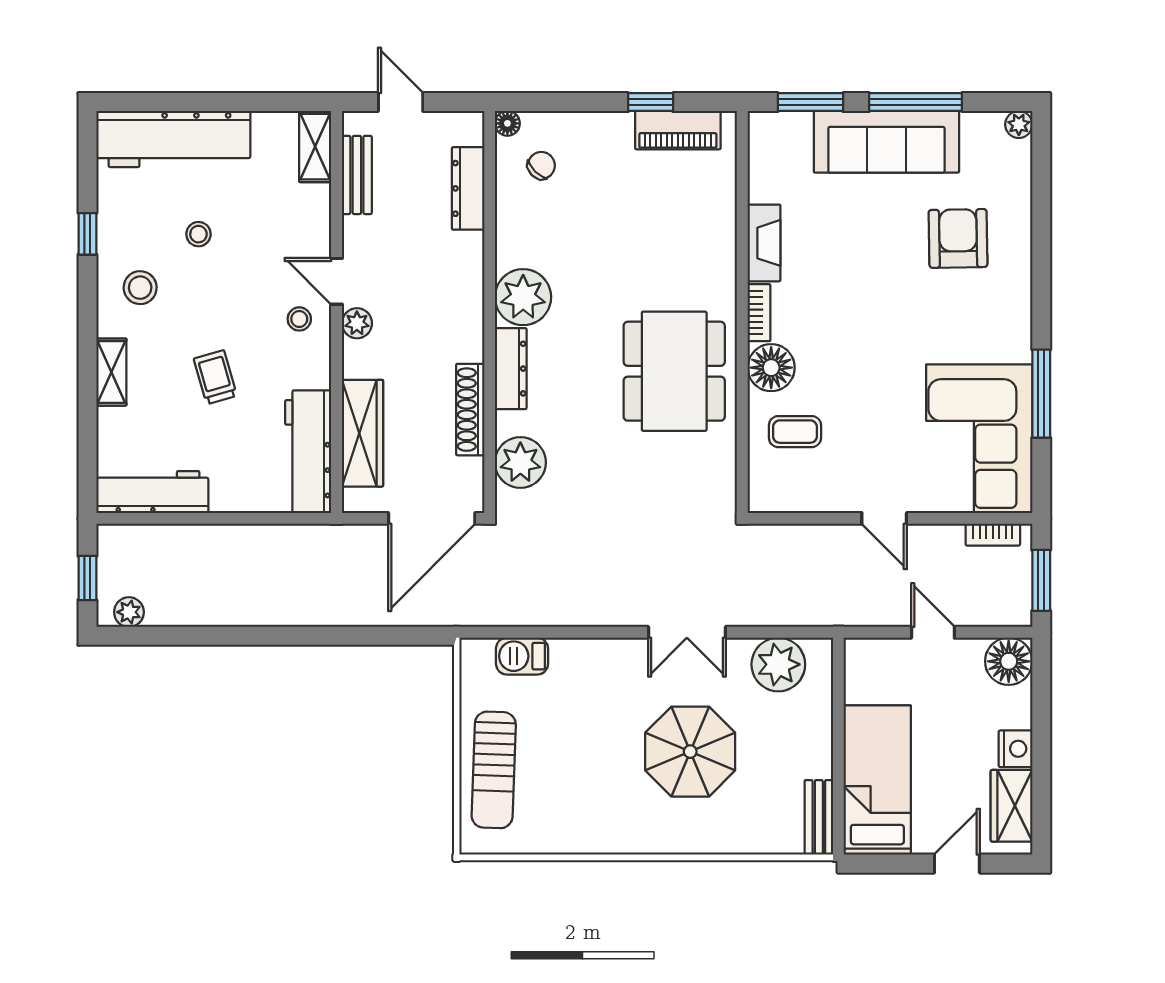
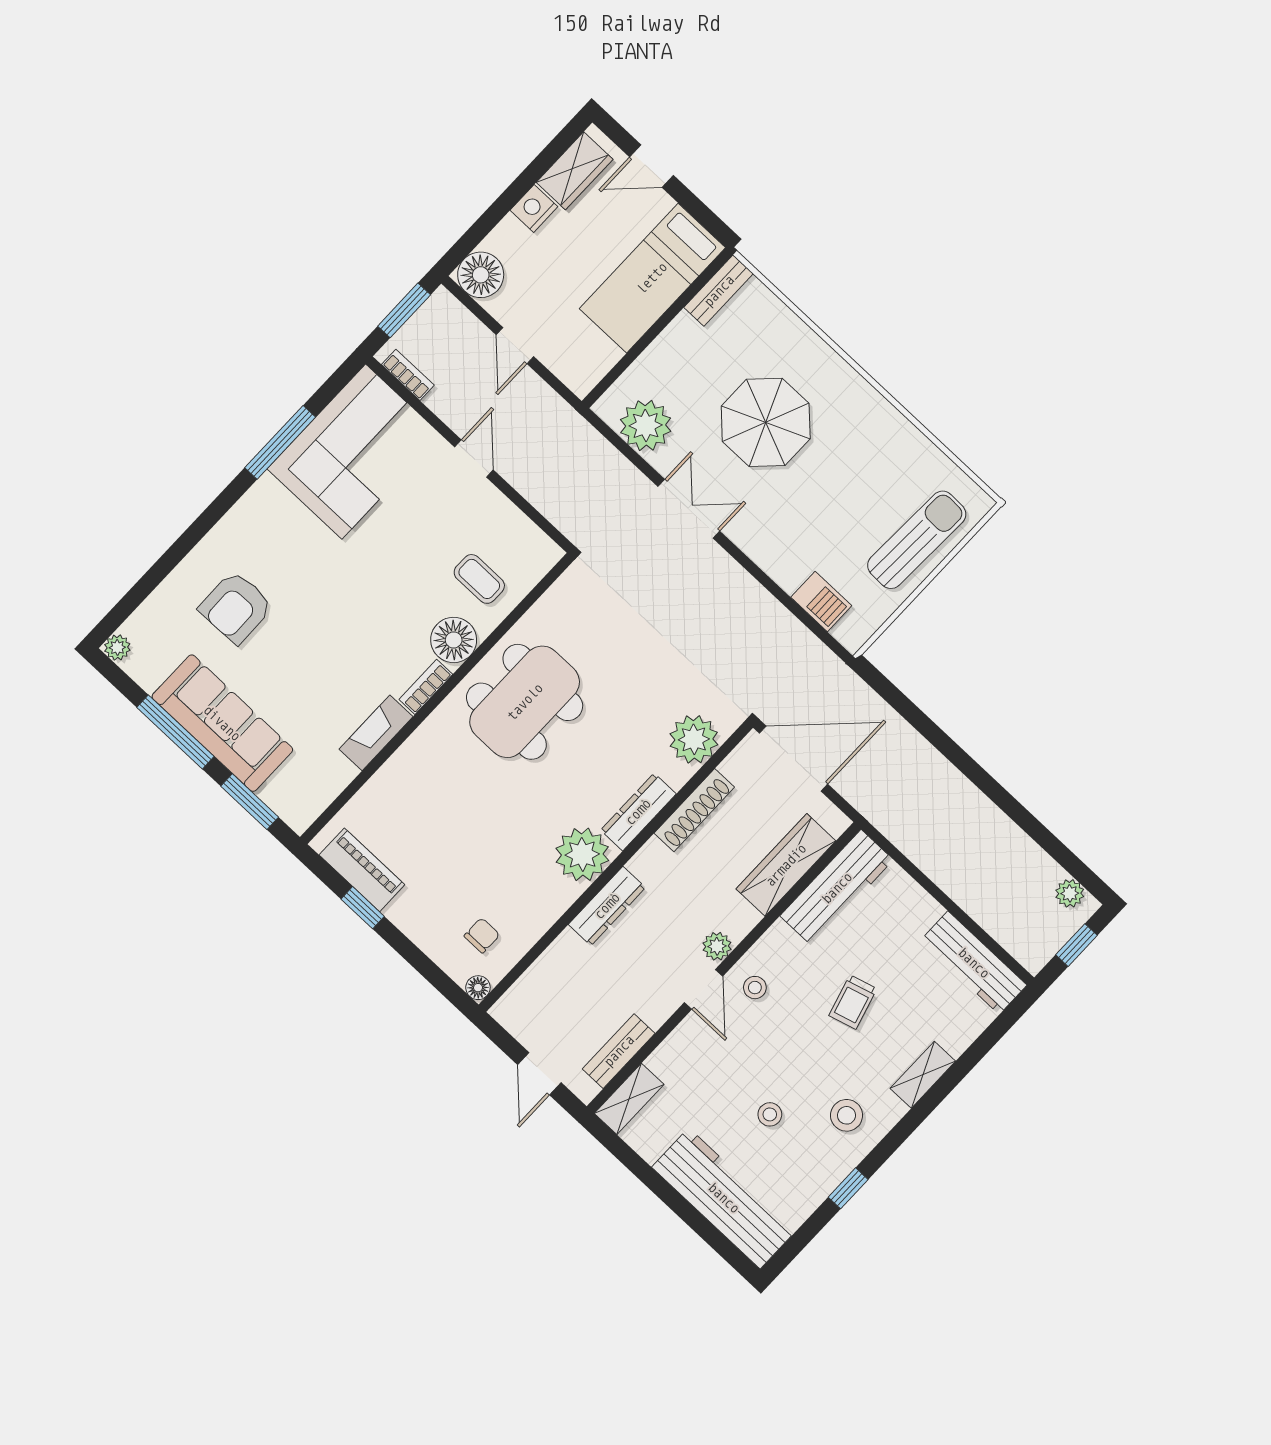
chair: (541, 165) -> (482, 935), turned 135
dresser: (468, 188) -> (607, 906), moved

